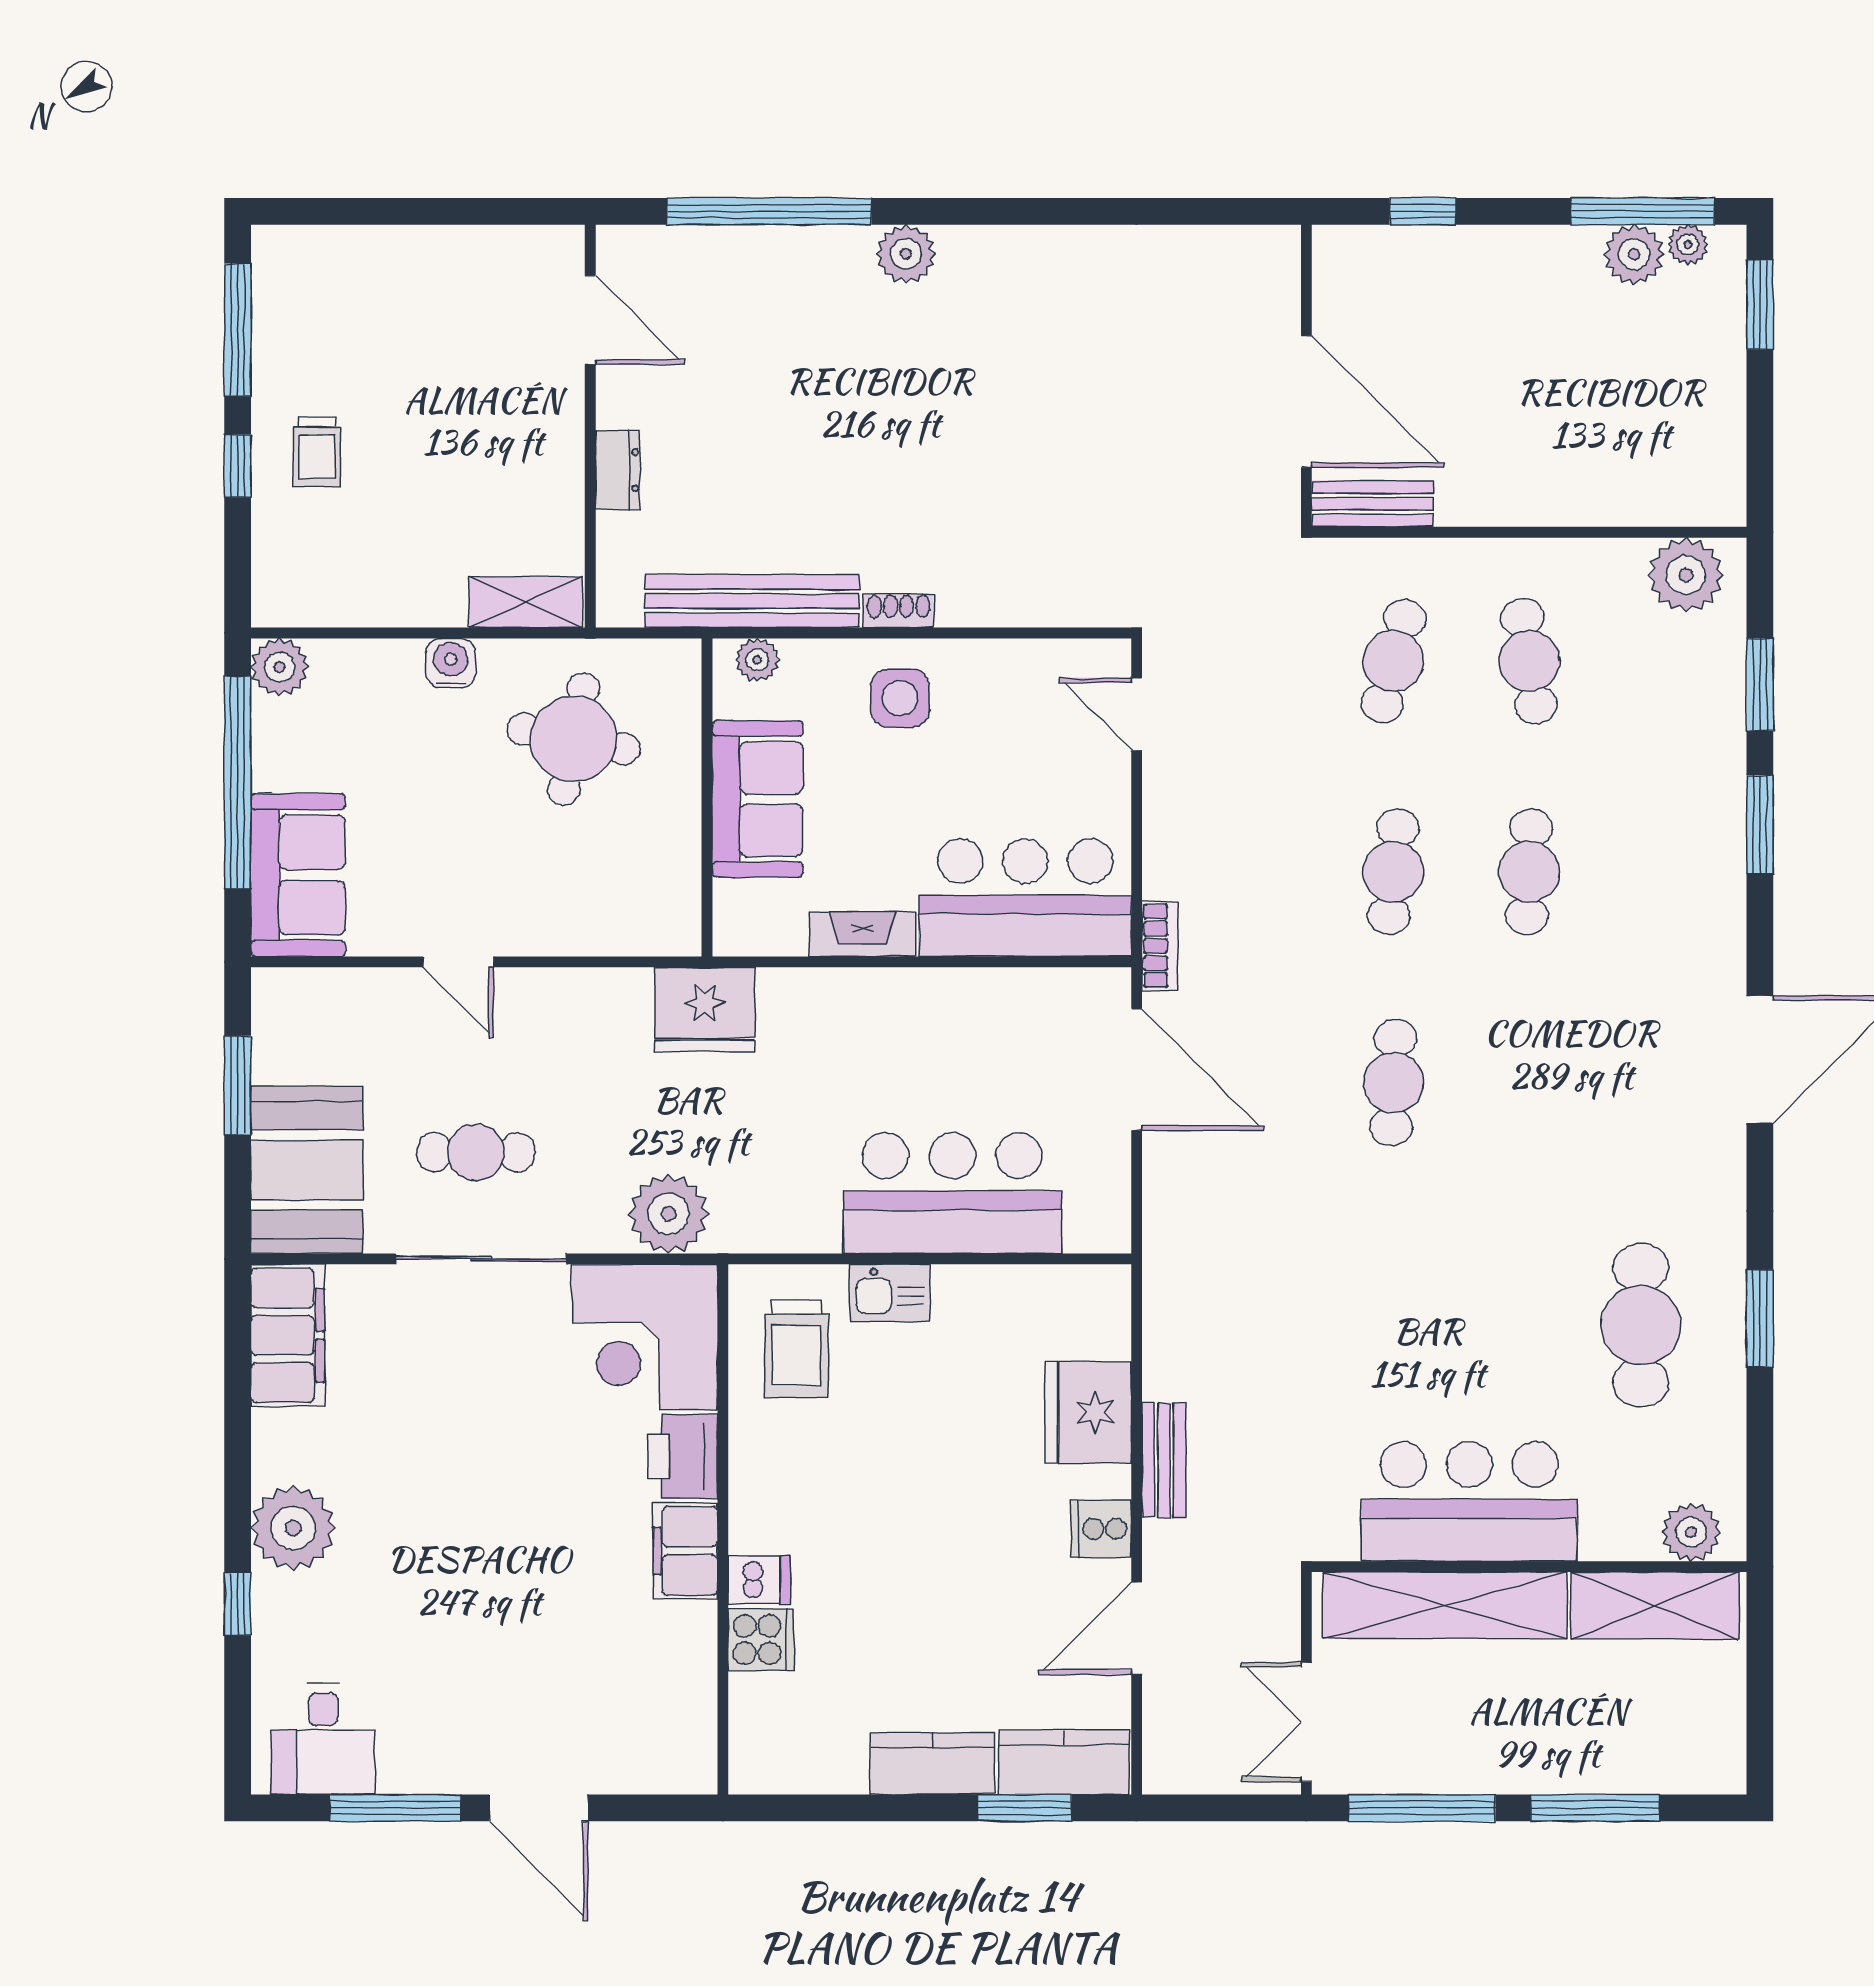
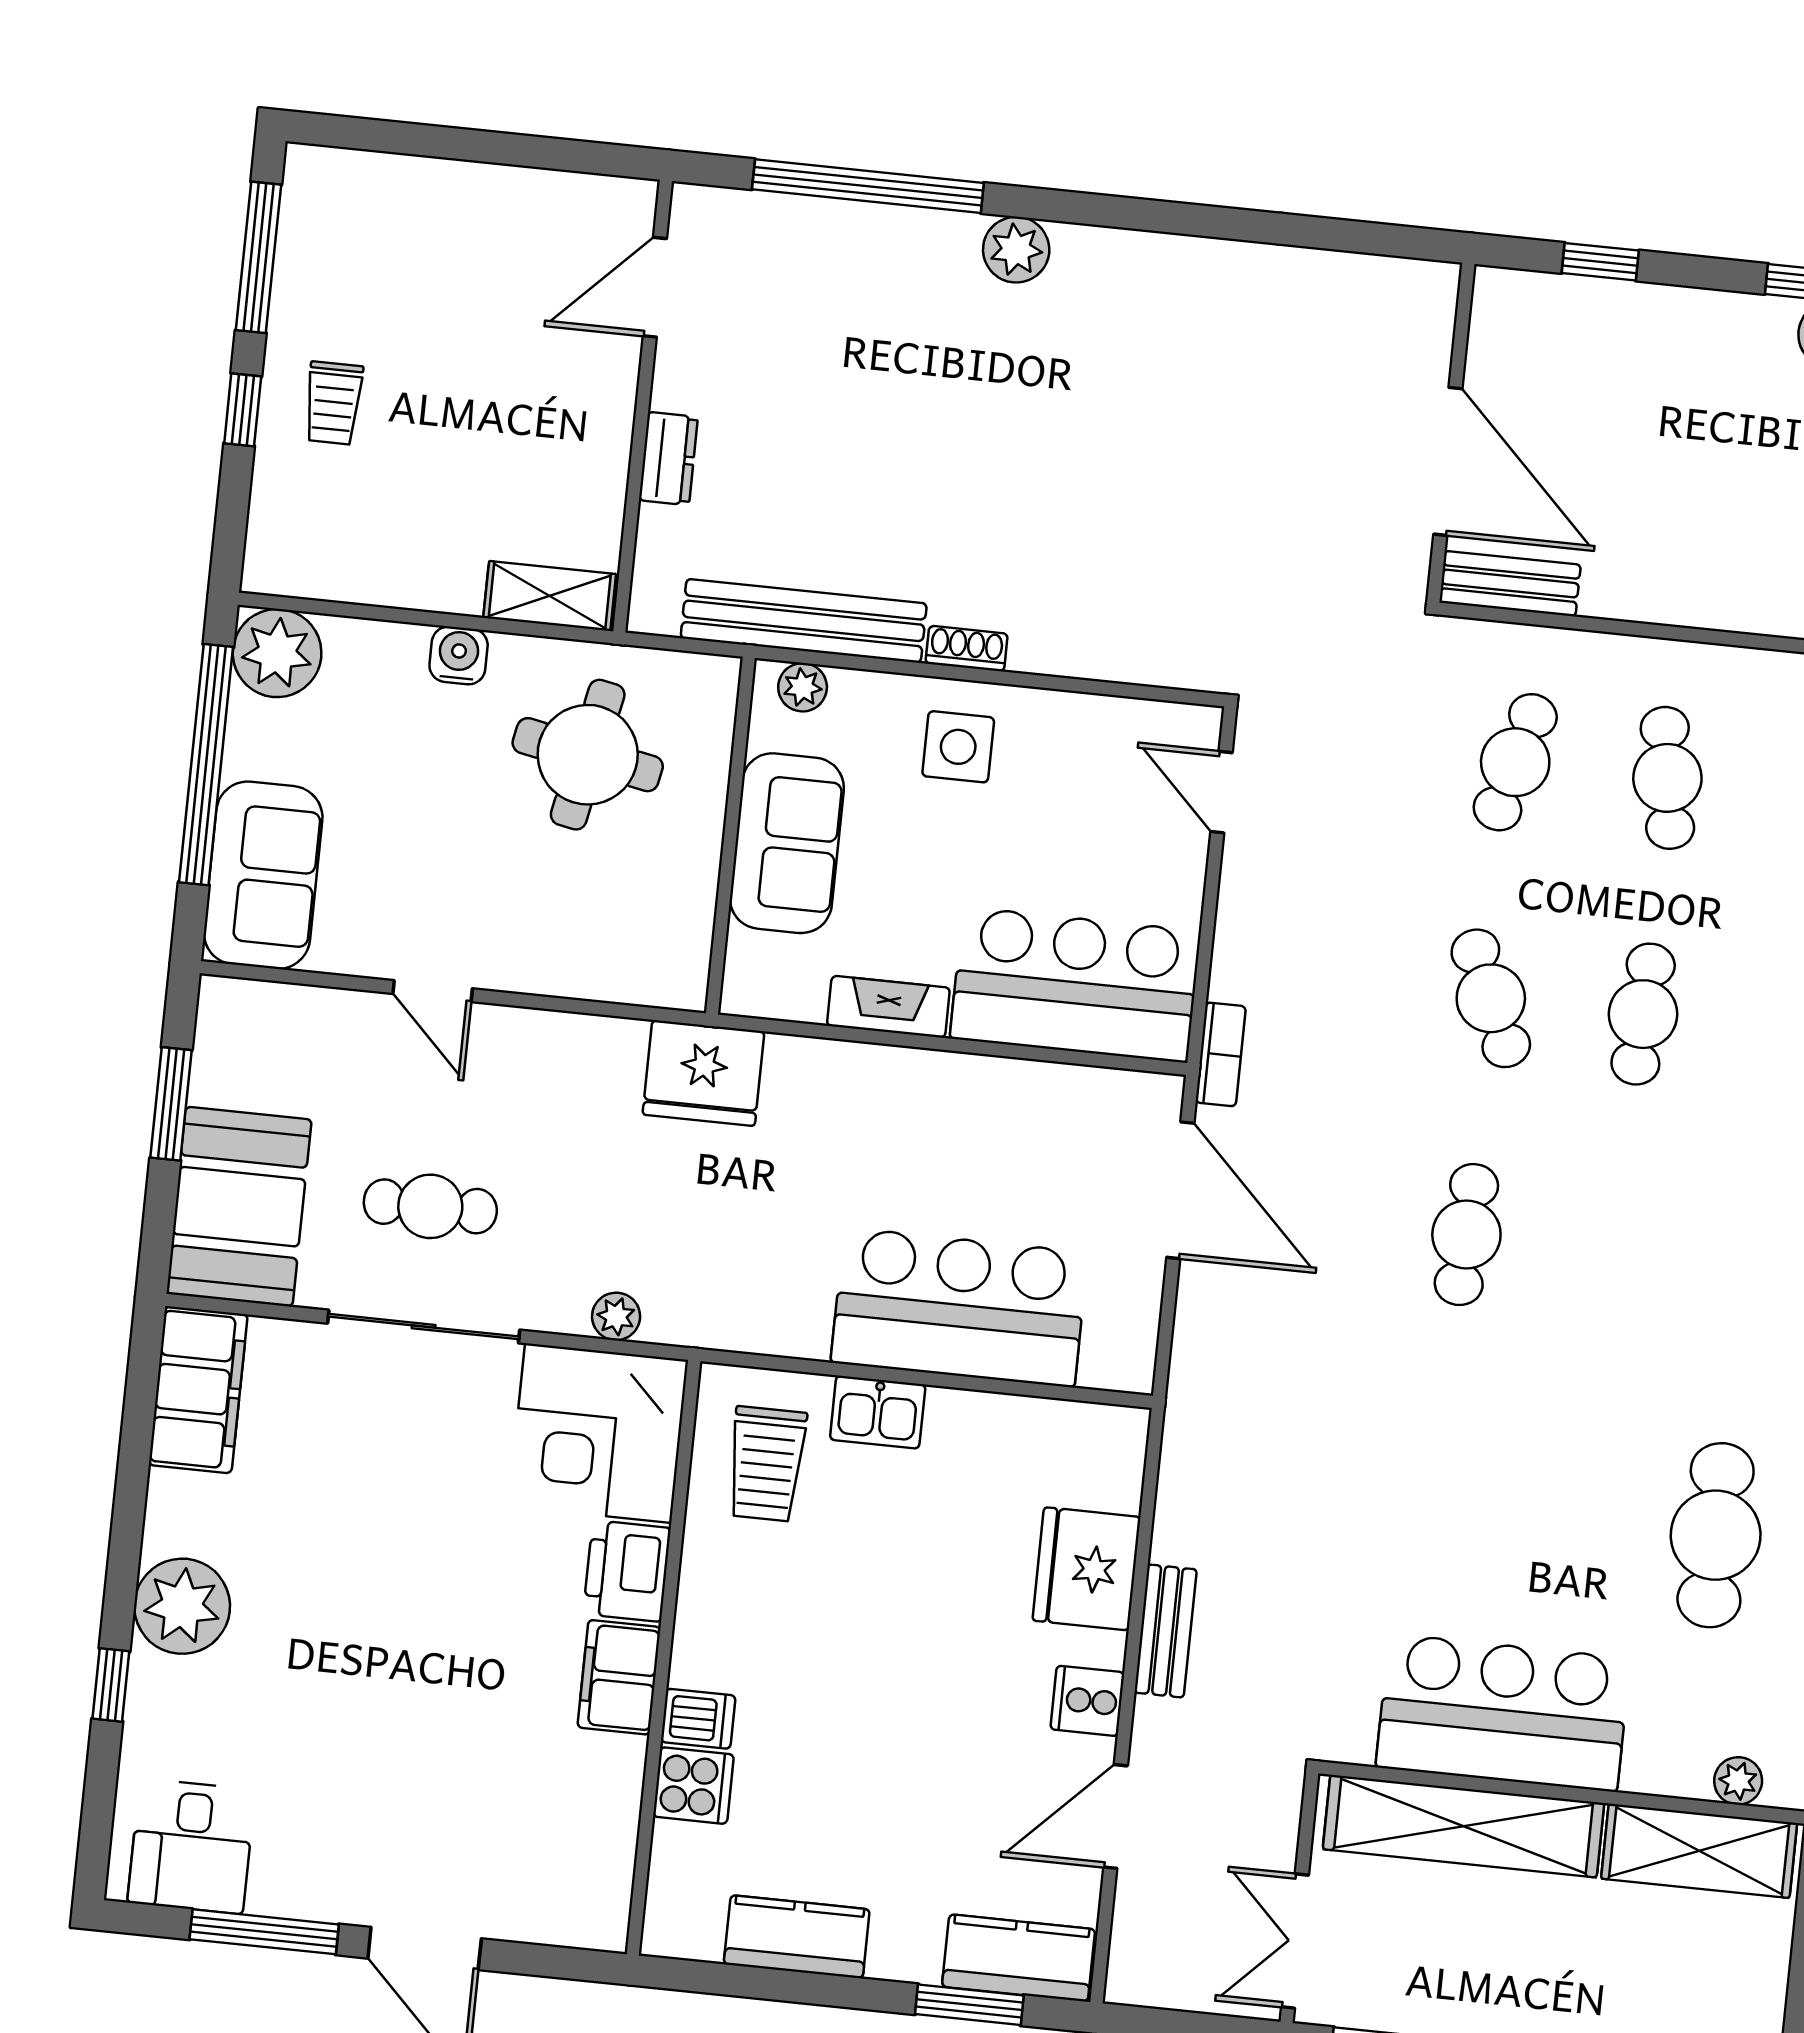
door: (590, 320) -> (655, 287), swing flipped
plant: (280, 667) -> (277, 653), width x1.36, depth x1.36
cafe table: (1393, 872) -> (1491, 998), turned -30
plant: (669, 1214) -> (616, 1316), width x0.53, depth x0.53
plant: (1691, 1532) -> (1738, 1781), width x0.73, depth x0.73
kitchen counter: (933, 1764) -> (797, 1937), moved

